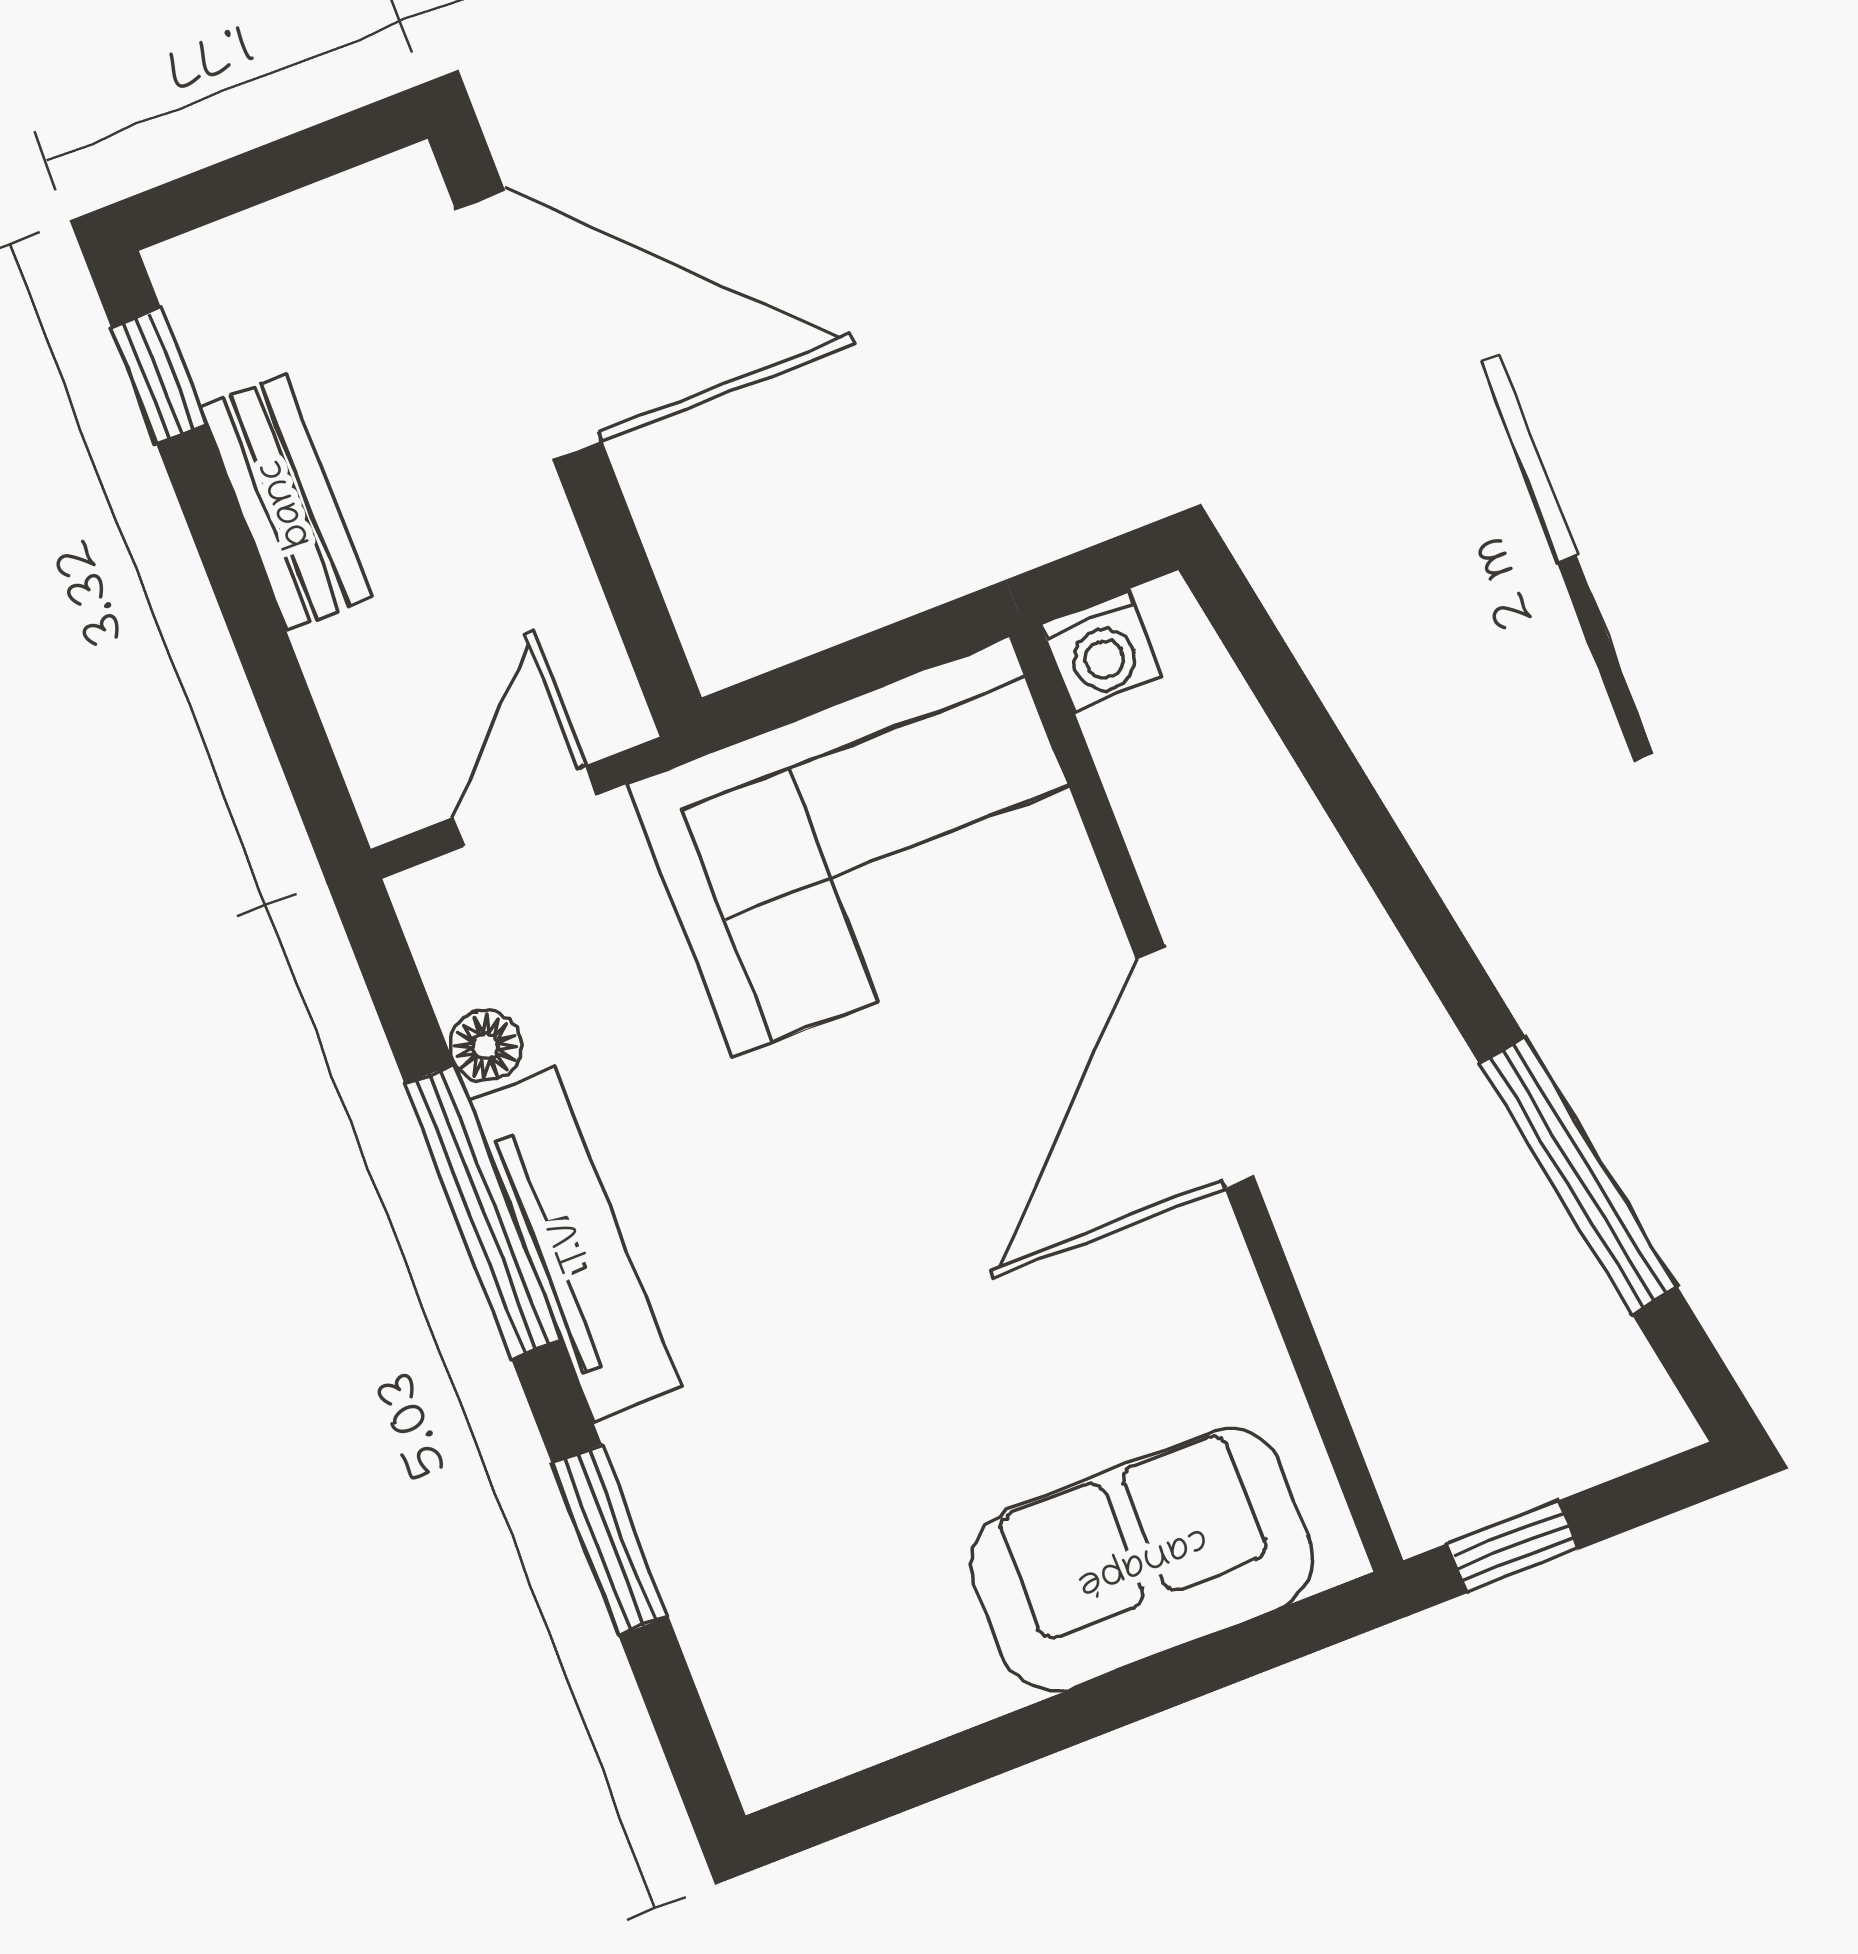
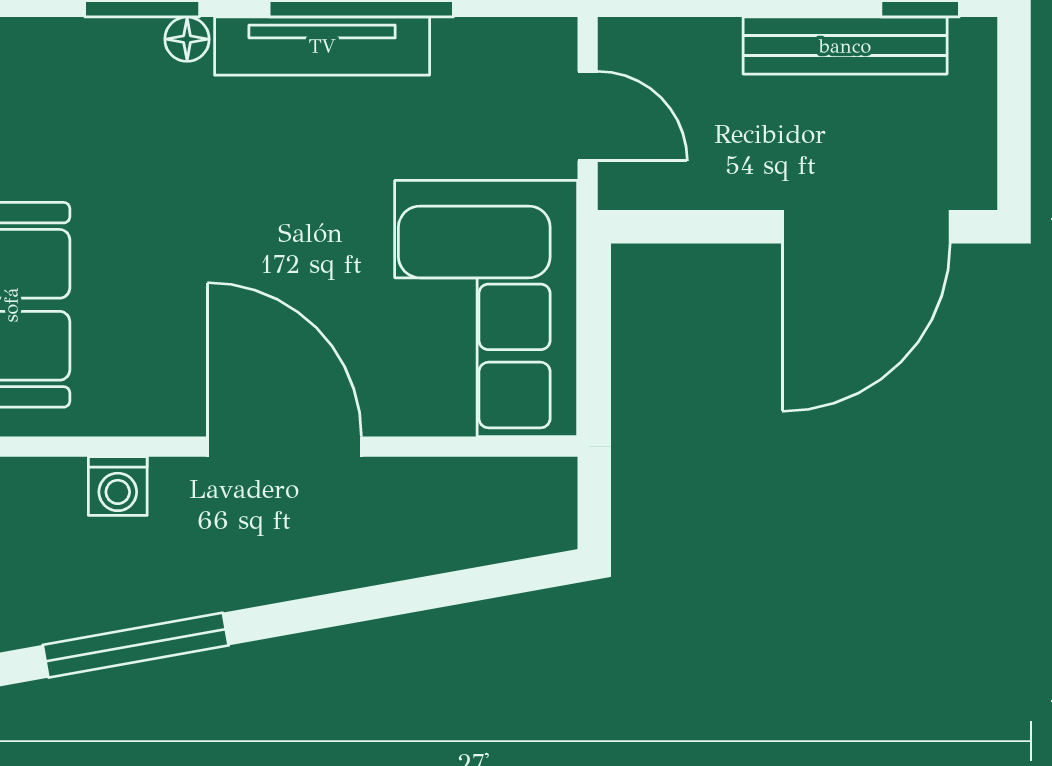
bench: (286, 503) -> (845, 46), width x1.36
washing machine: (1101, 651) -> (118, 486), moved, turned -90
floor lamp: (485, 1046) -> (187, 39), moved

